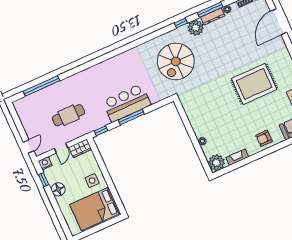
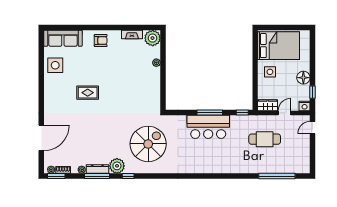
rug: (254, 84) -> (88, 93), width x0.54, depth x0.49

